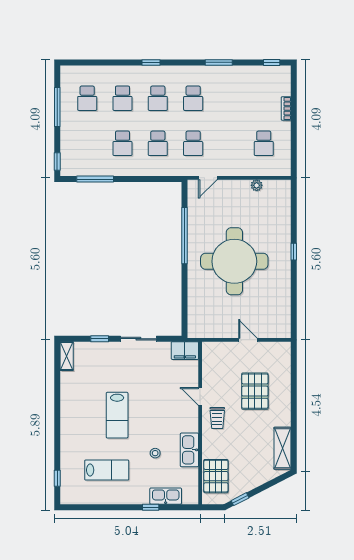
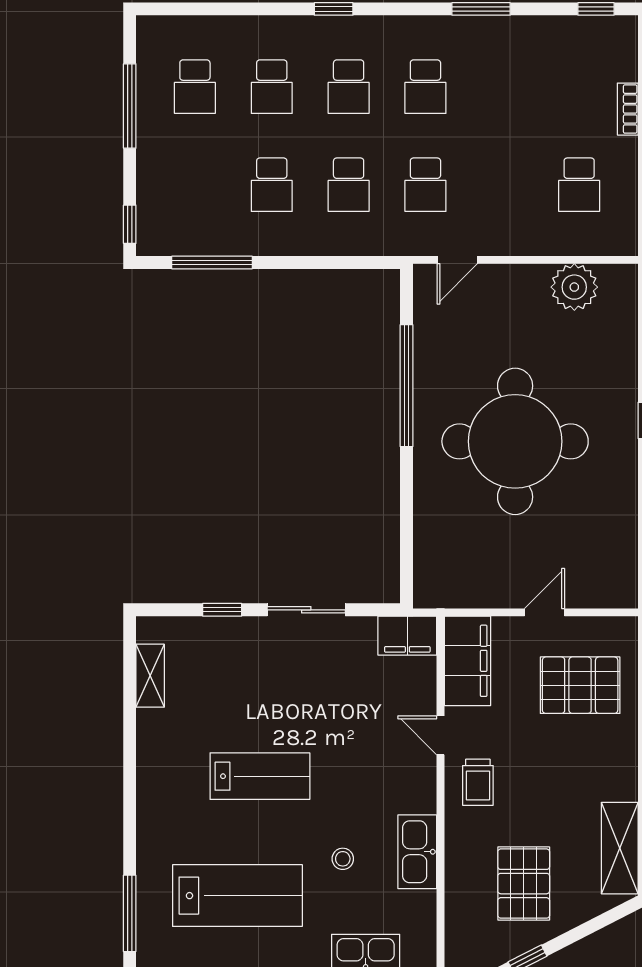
plant: (257, 185) -> (574, 287), width x1.87, depth x1.87
door: (248, 340) -> (545, 612), hinge flipped
shelving: (67, 356) -> (150, 676), moved
filing cabinet: (212, 362) -> (467, 661), added
pallet: (255, 391) -> (580, 685), moved, turned 90
lab bench: (117, 415) -> (260, 776), turned -90
lab bench: (107, 470) -> (237, 896), width x1.36, depth x1.39
pallet: (216, 476) -> (524, 884), moved
window: (57, 478) -> (130, 913), width x2.17

